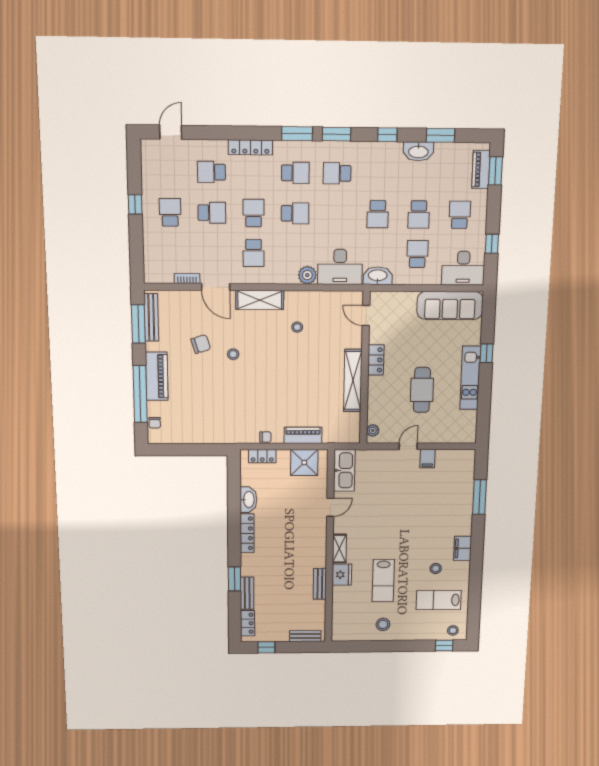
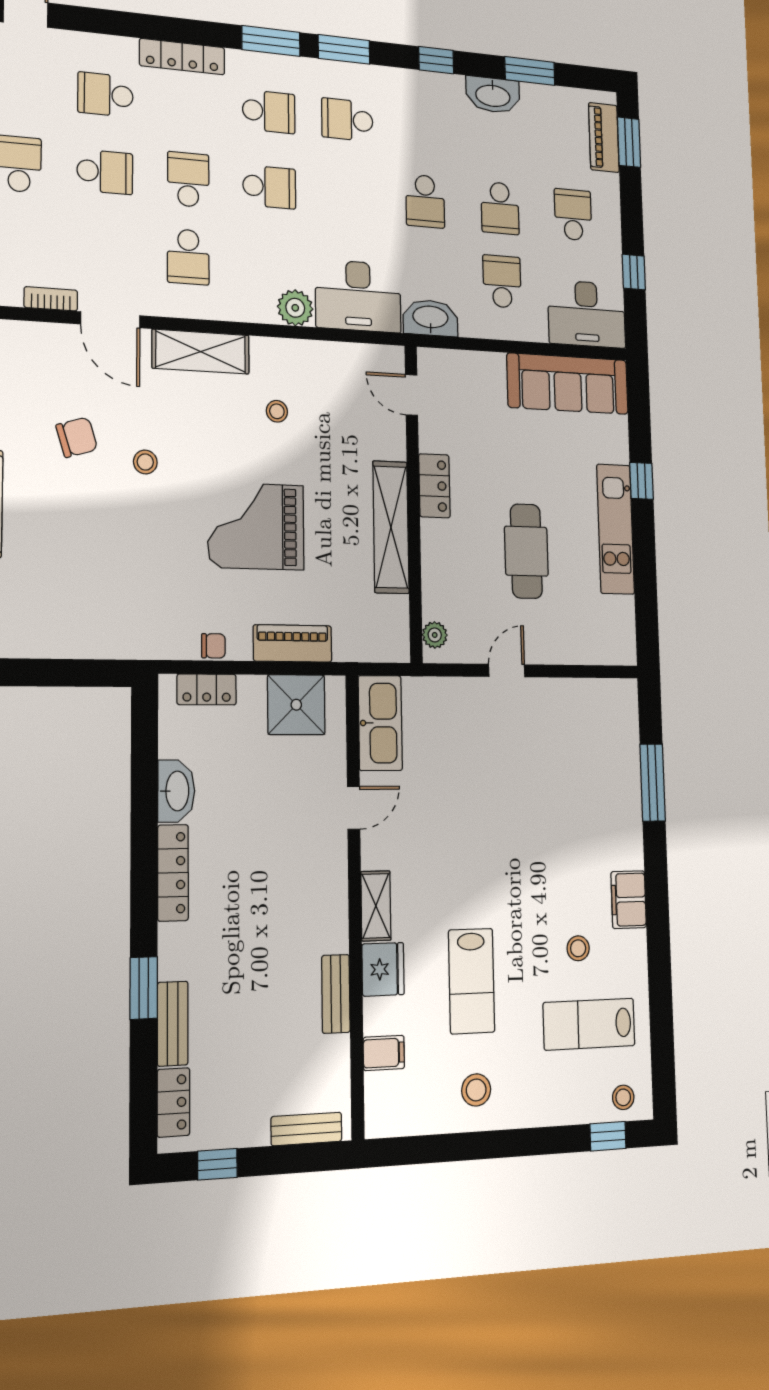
grand piano: (286, 382) -> (256, 526), added
filing cabinet: (427, 459) -> (384, 1053), moved, turned -90

